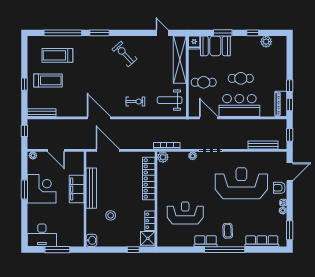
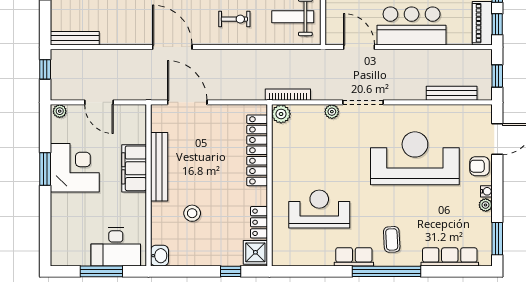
desk: (42, 235) -> (116, 247), moved

